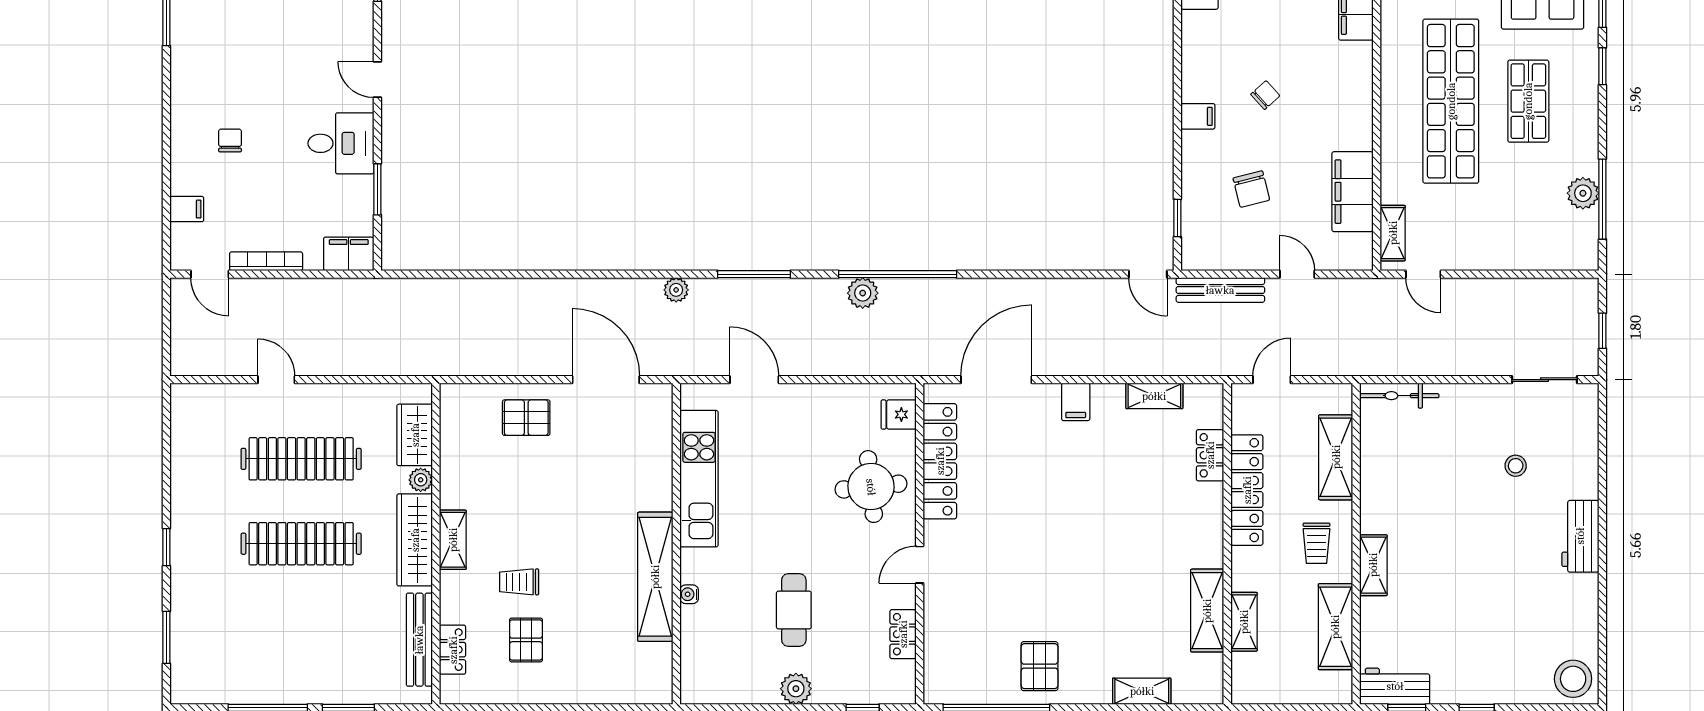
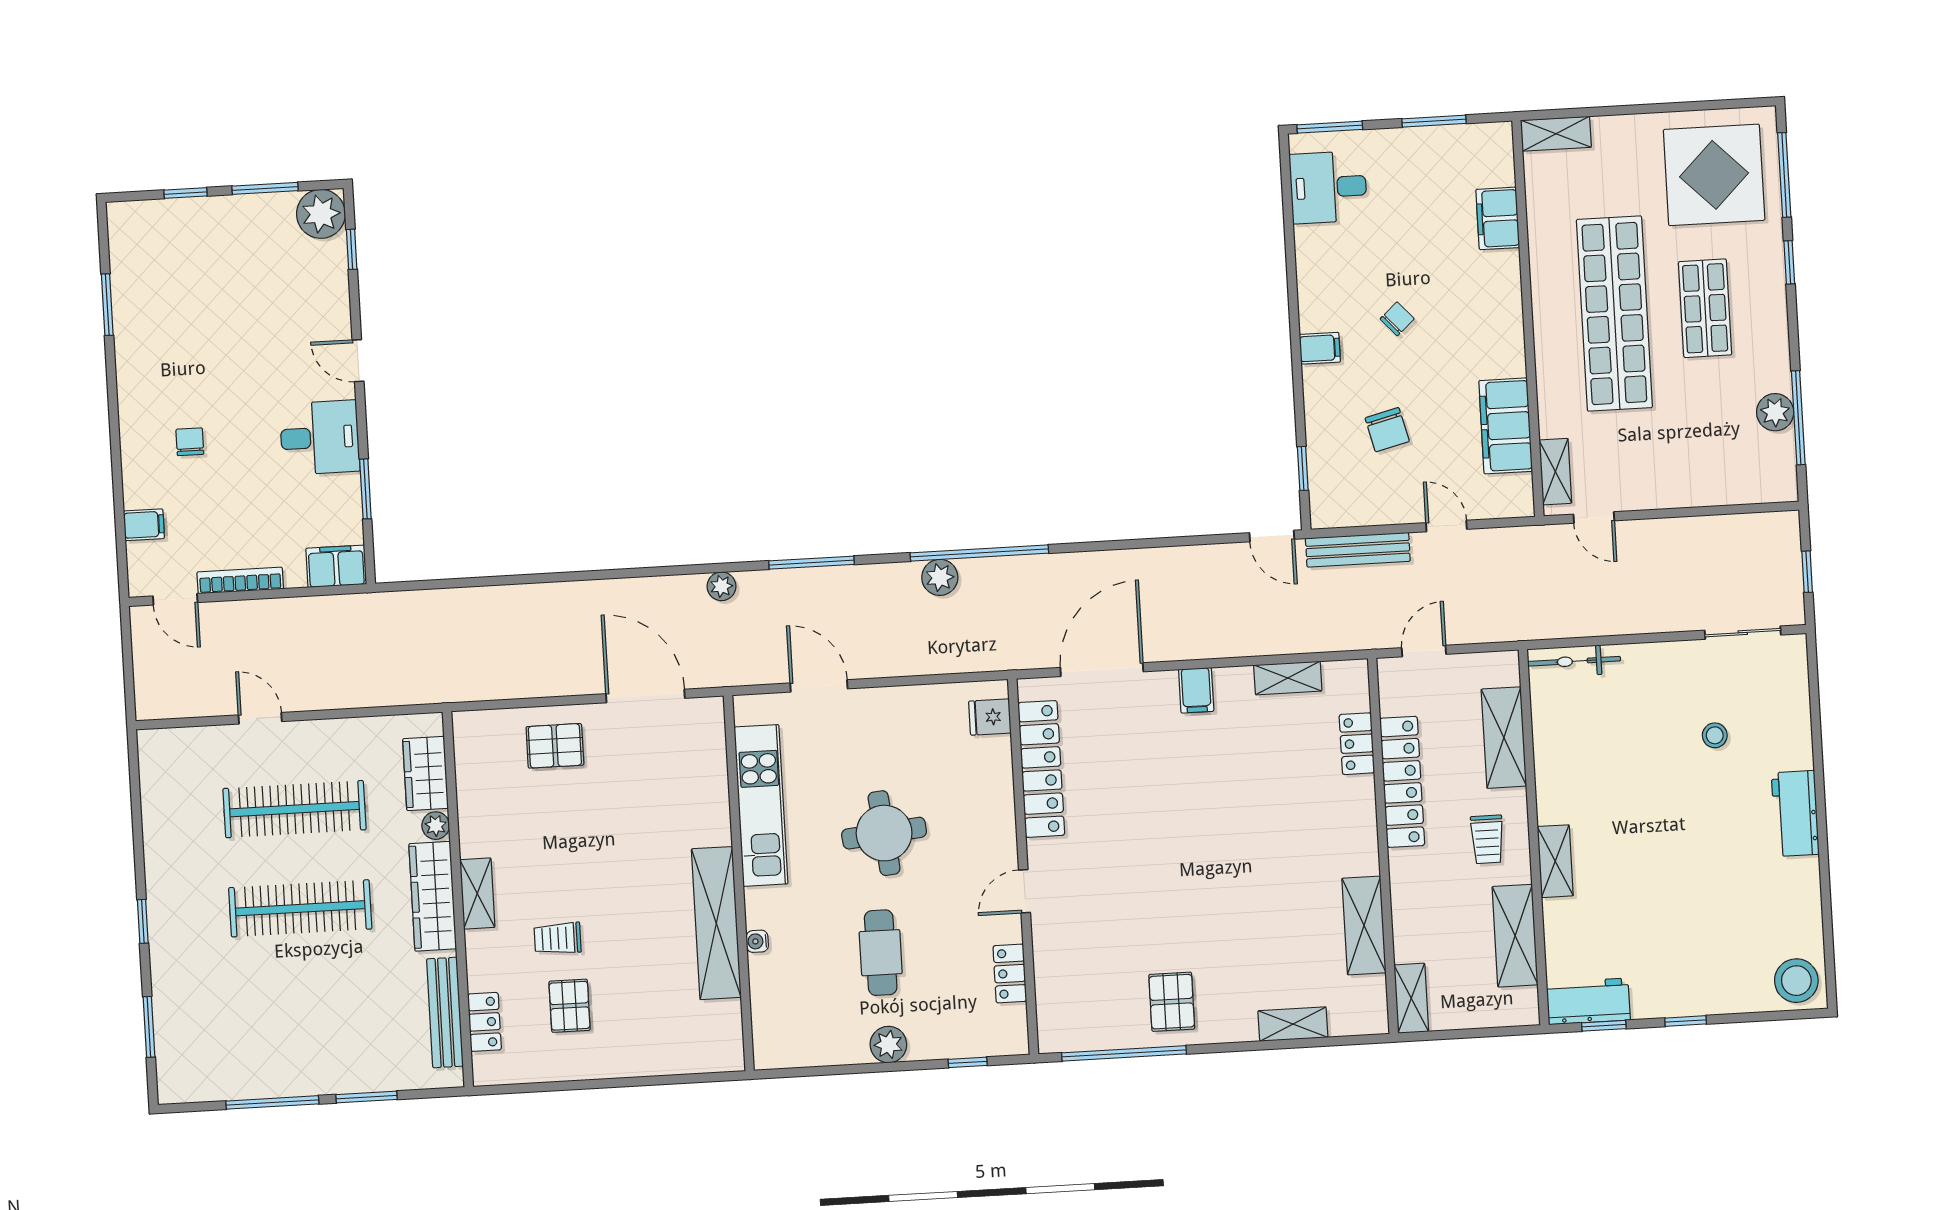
round table: (871, 487) -> (884, 833), moved
shelving: (1244, 622) -> (1411, 998), moved

